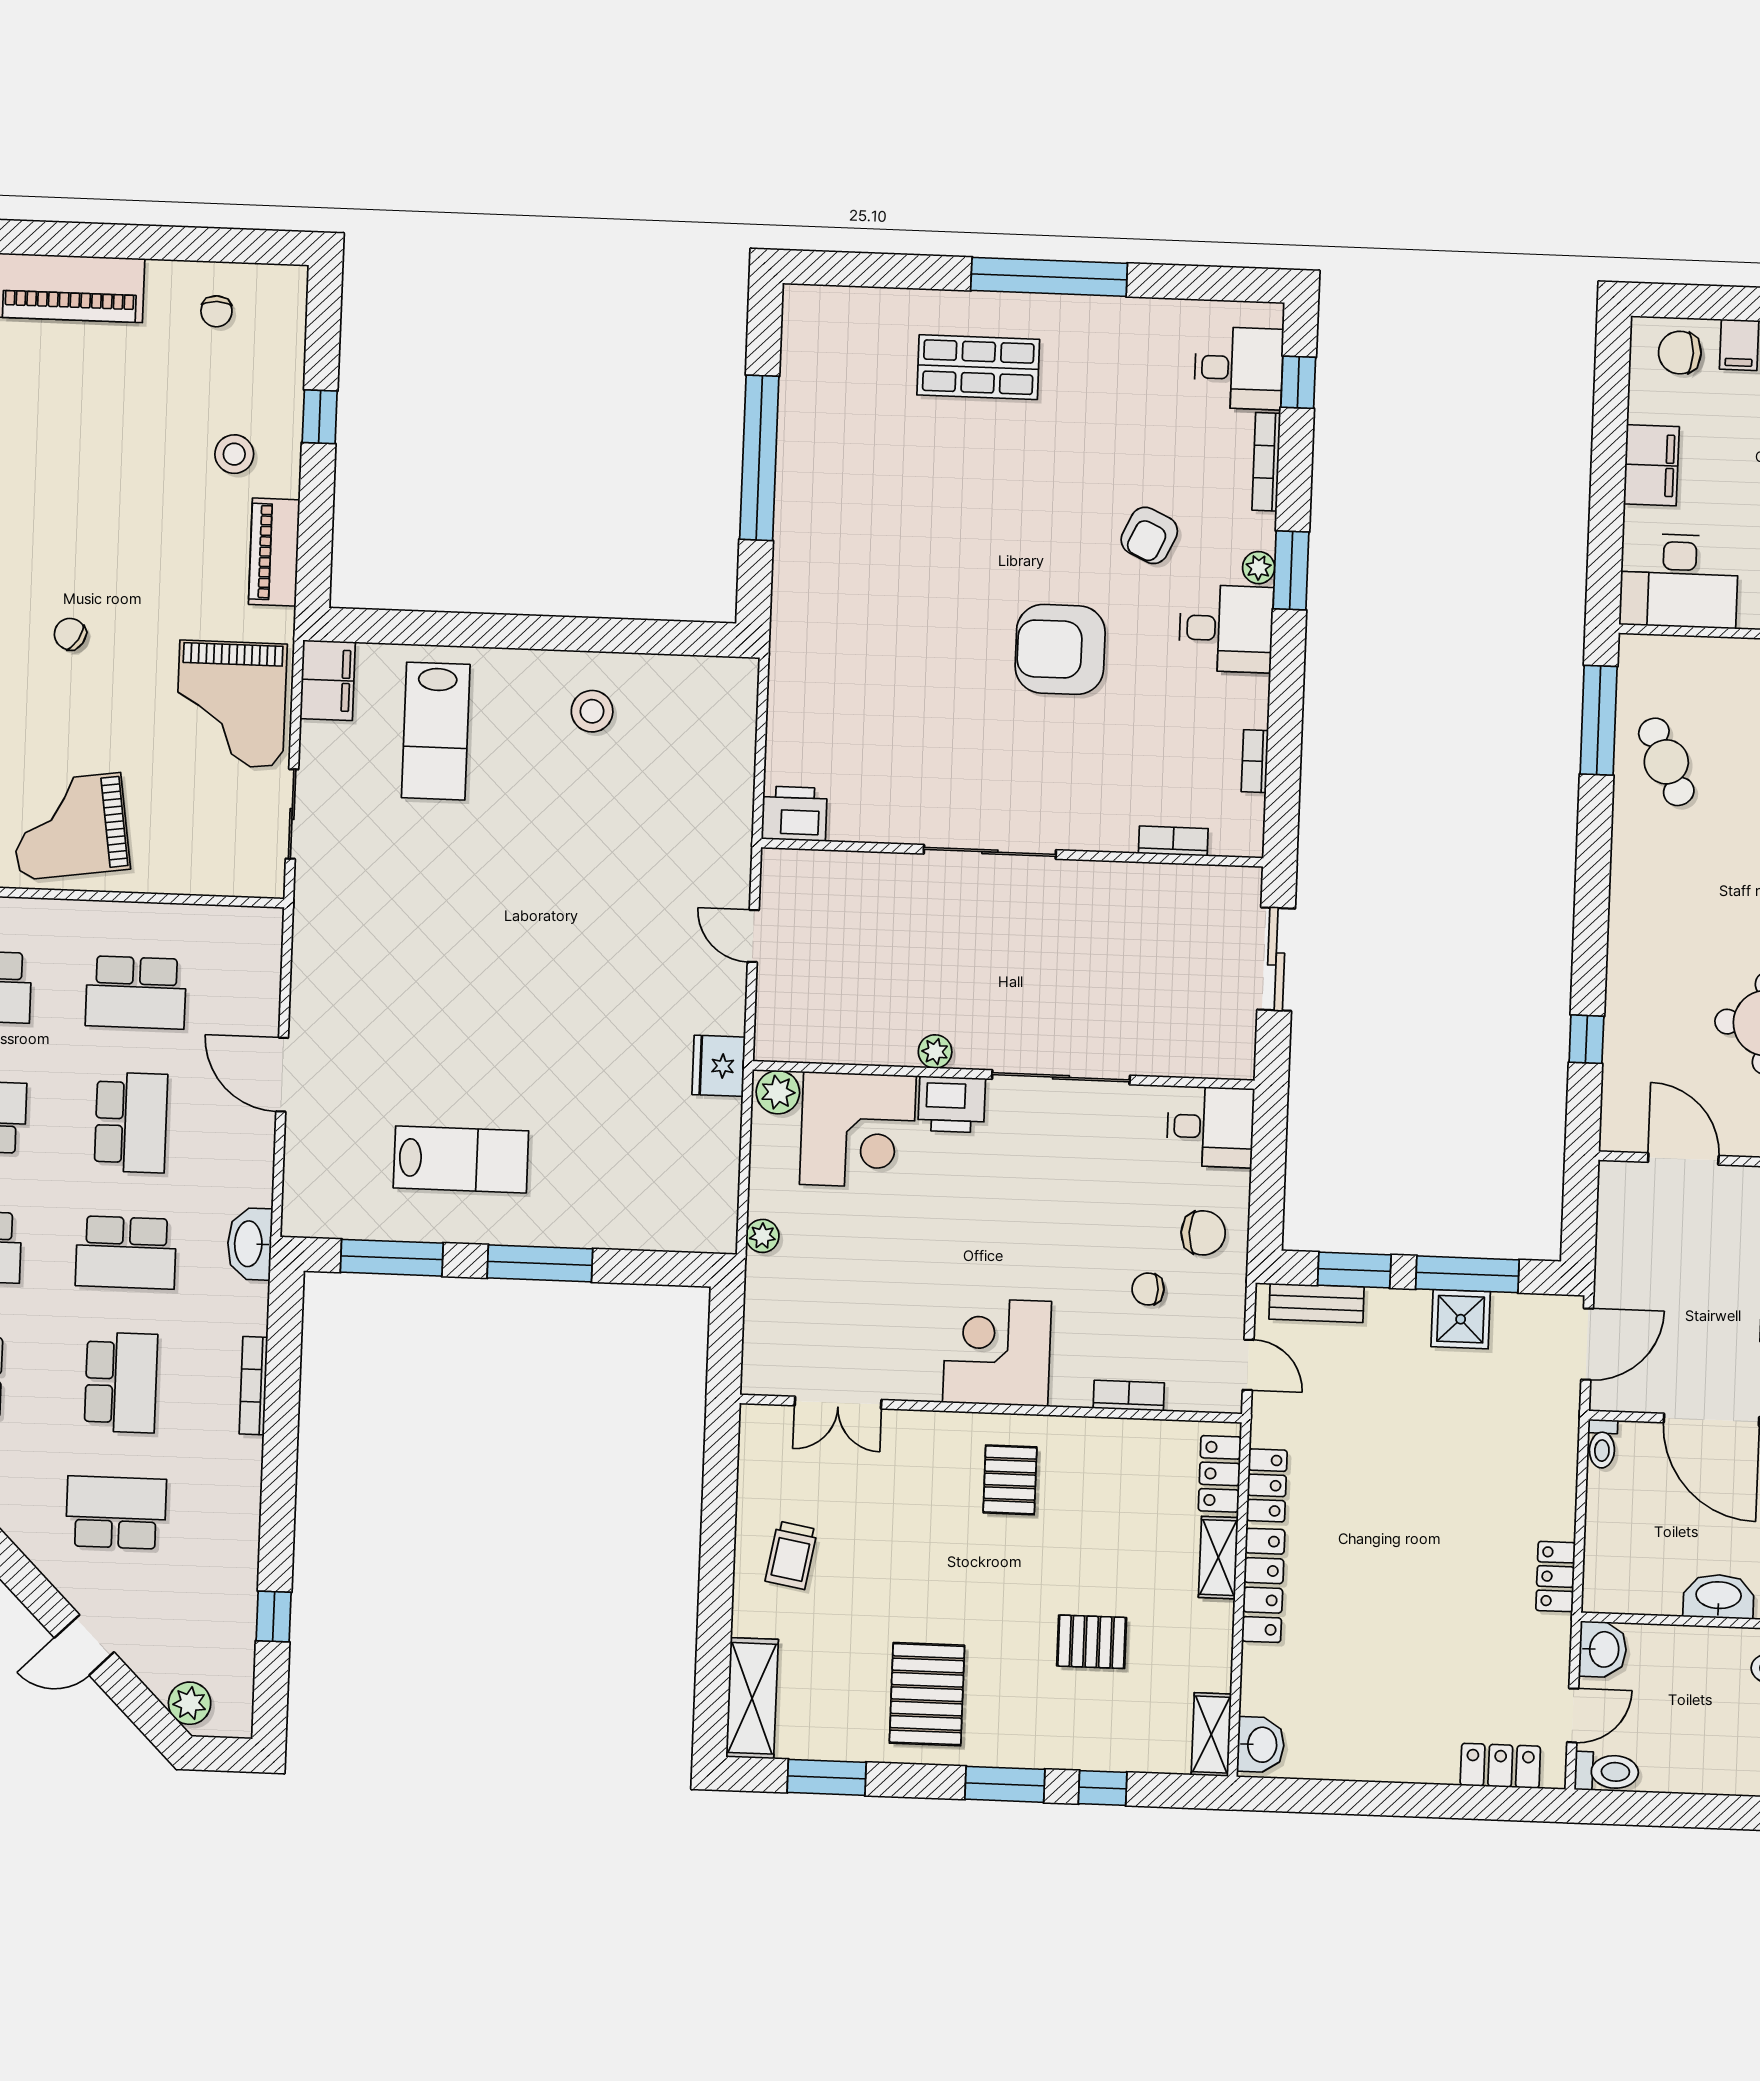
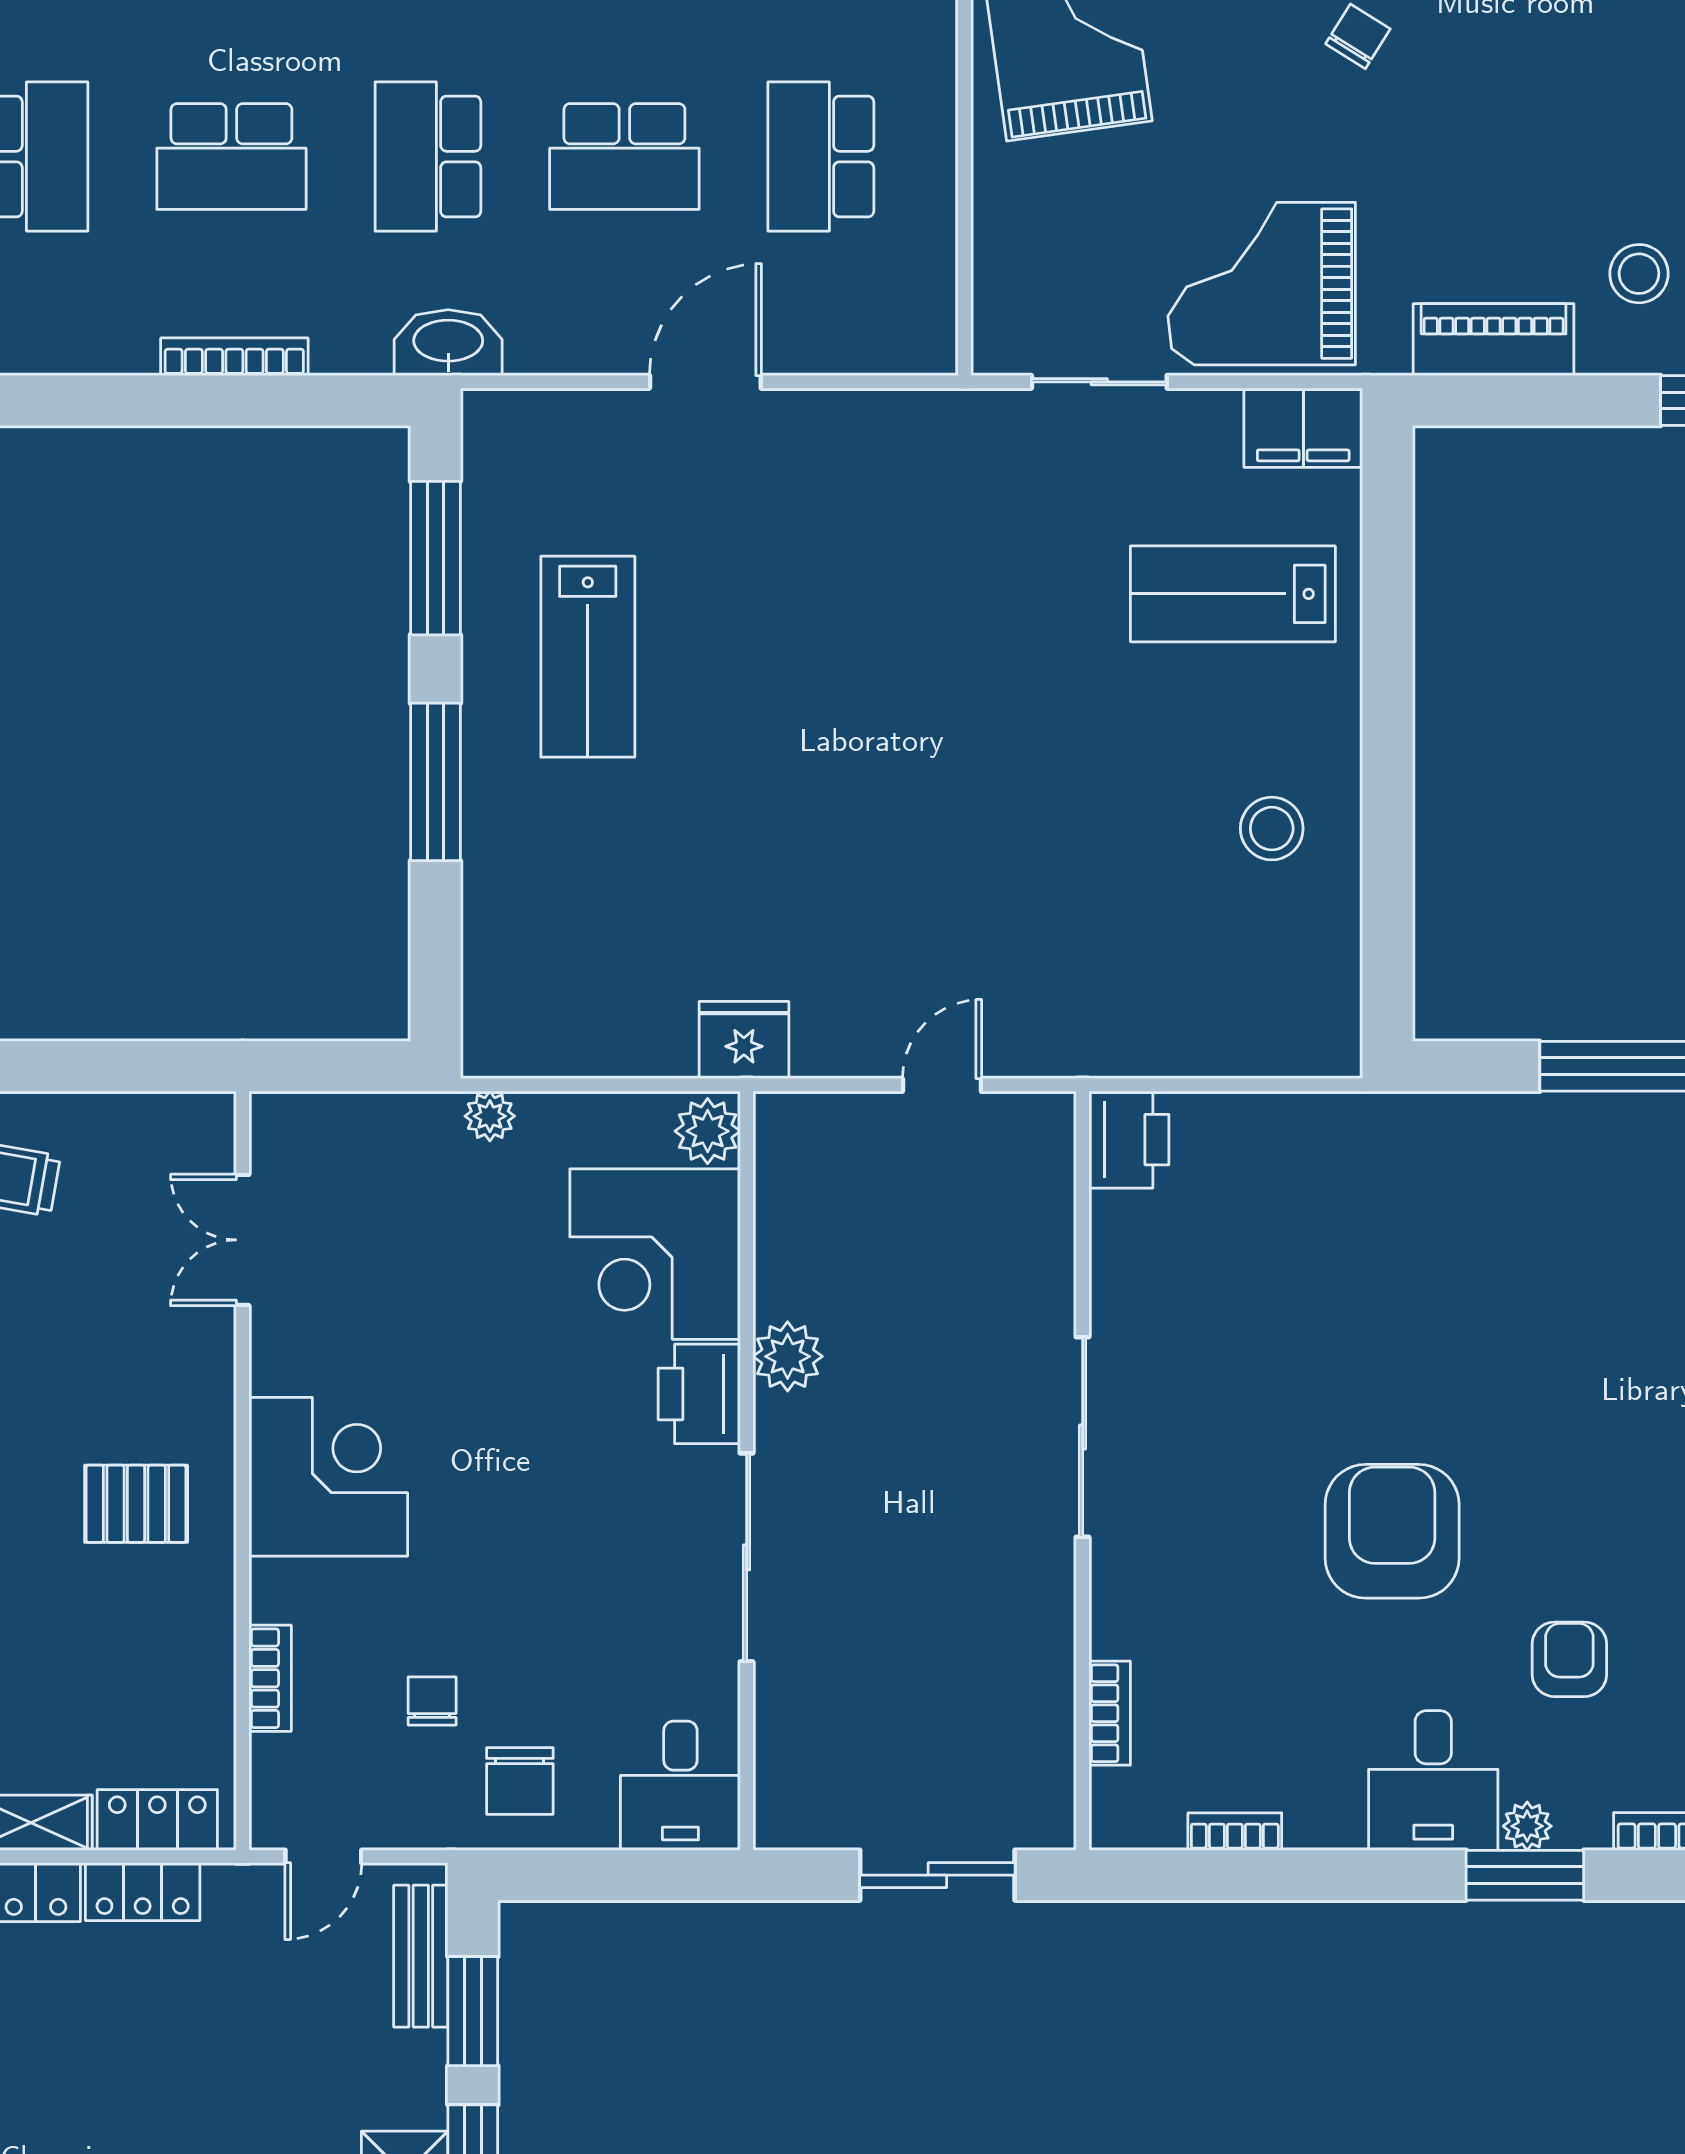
armchair: (1149, 535) -> (1569, 1659), turned 65
plant: (935, 1052) -> (788, 1356), width x1.38, depth x1.38

